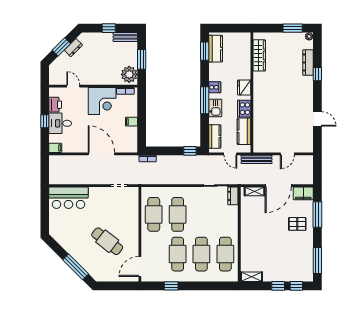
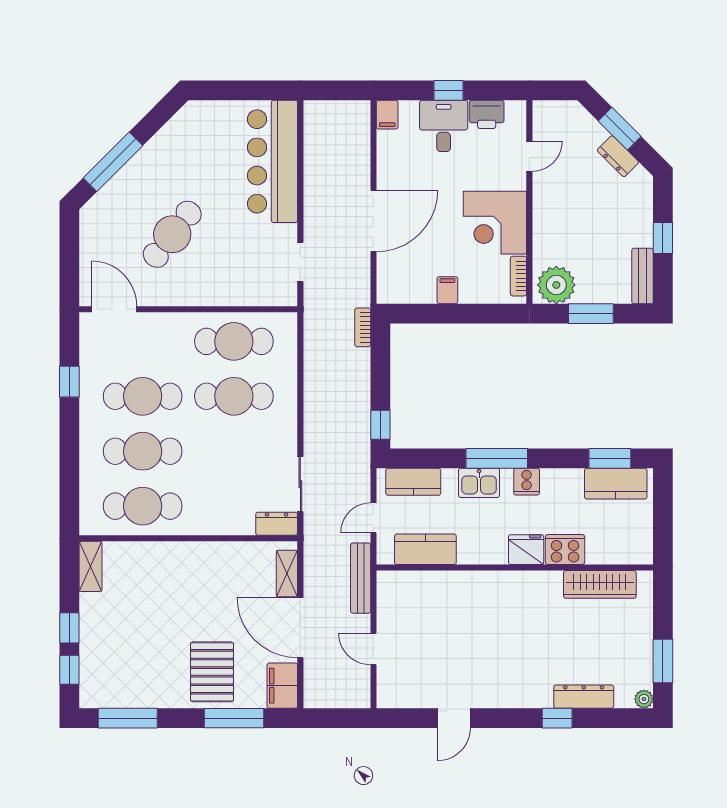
cooker: (244, 109) -> (565, 549), moved
bar counter: (68, 198) -> (272, 161), width x1.36
pallet: (297, 224) -> (212, 672), width x1.50, depth x1.42

